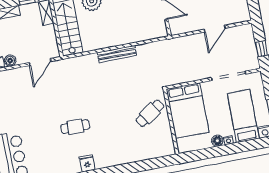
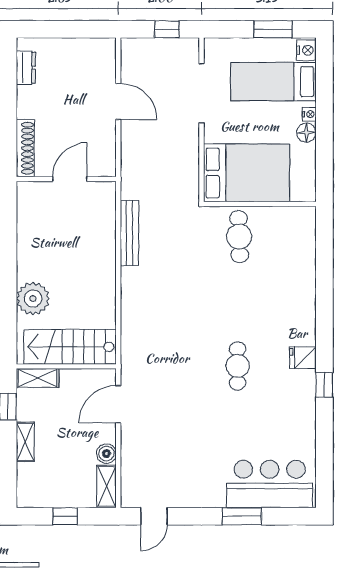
bench: (117, 54) -> (129, 233), moved
door: (40, 62) -> (118, 404), swing flipped
cafe table: (150, 113) -> (239, 237), turned 31

